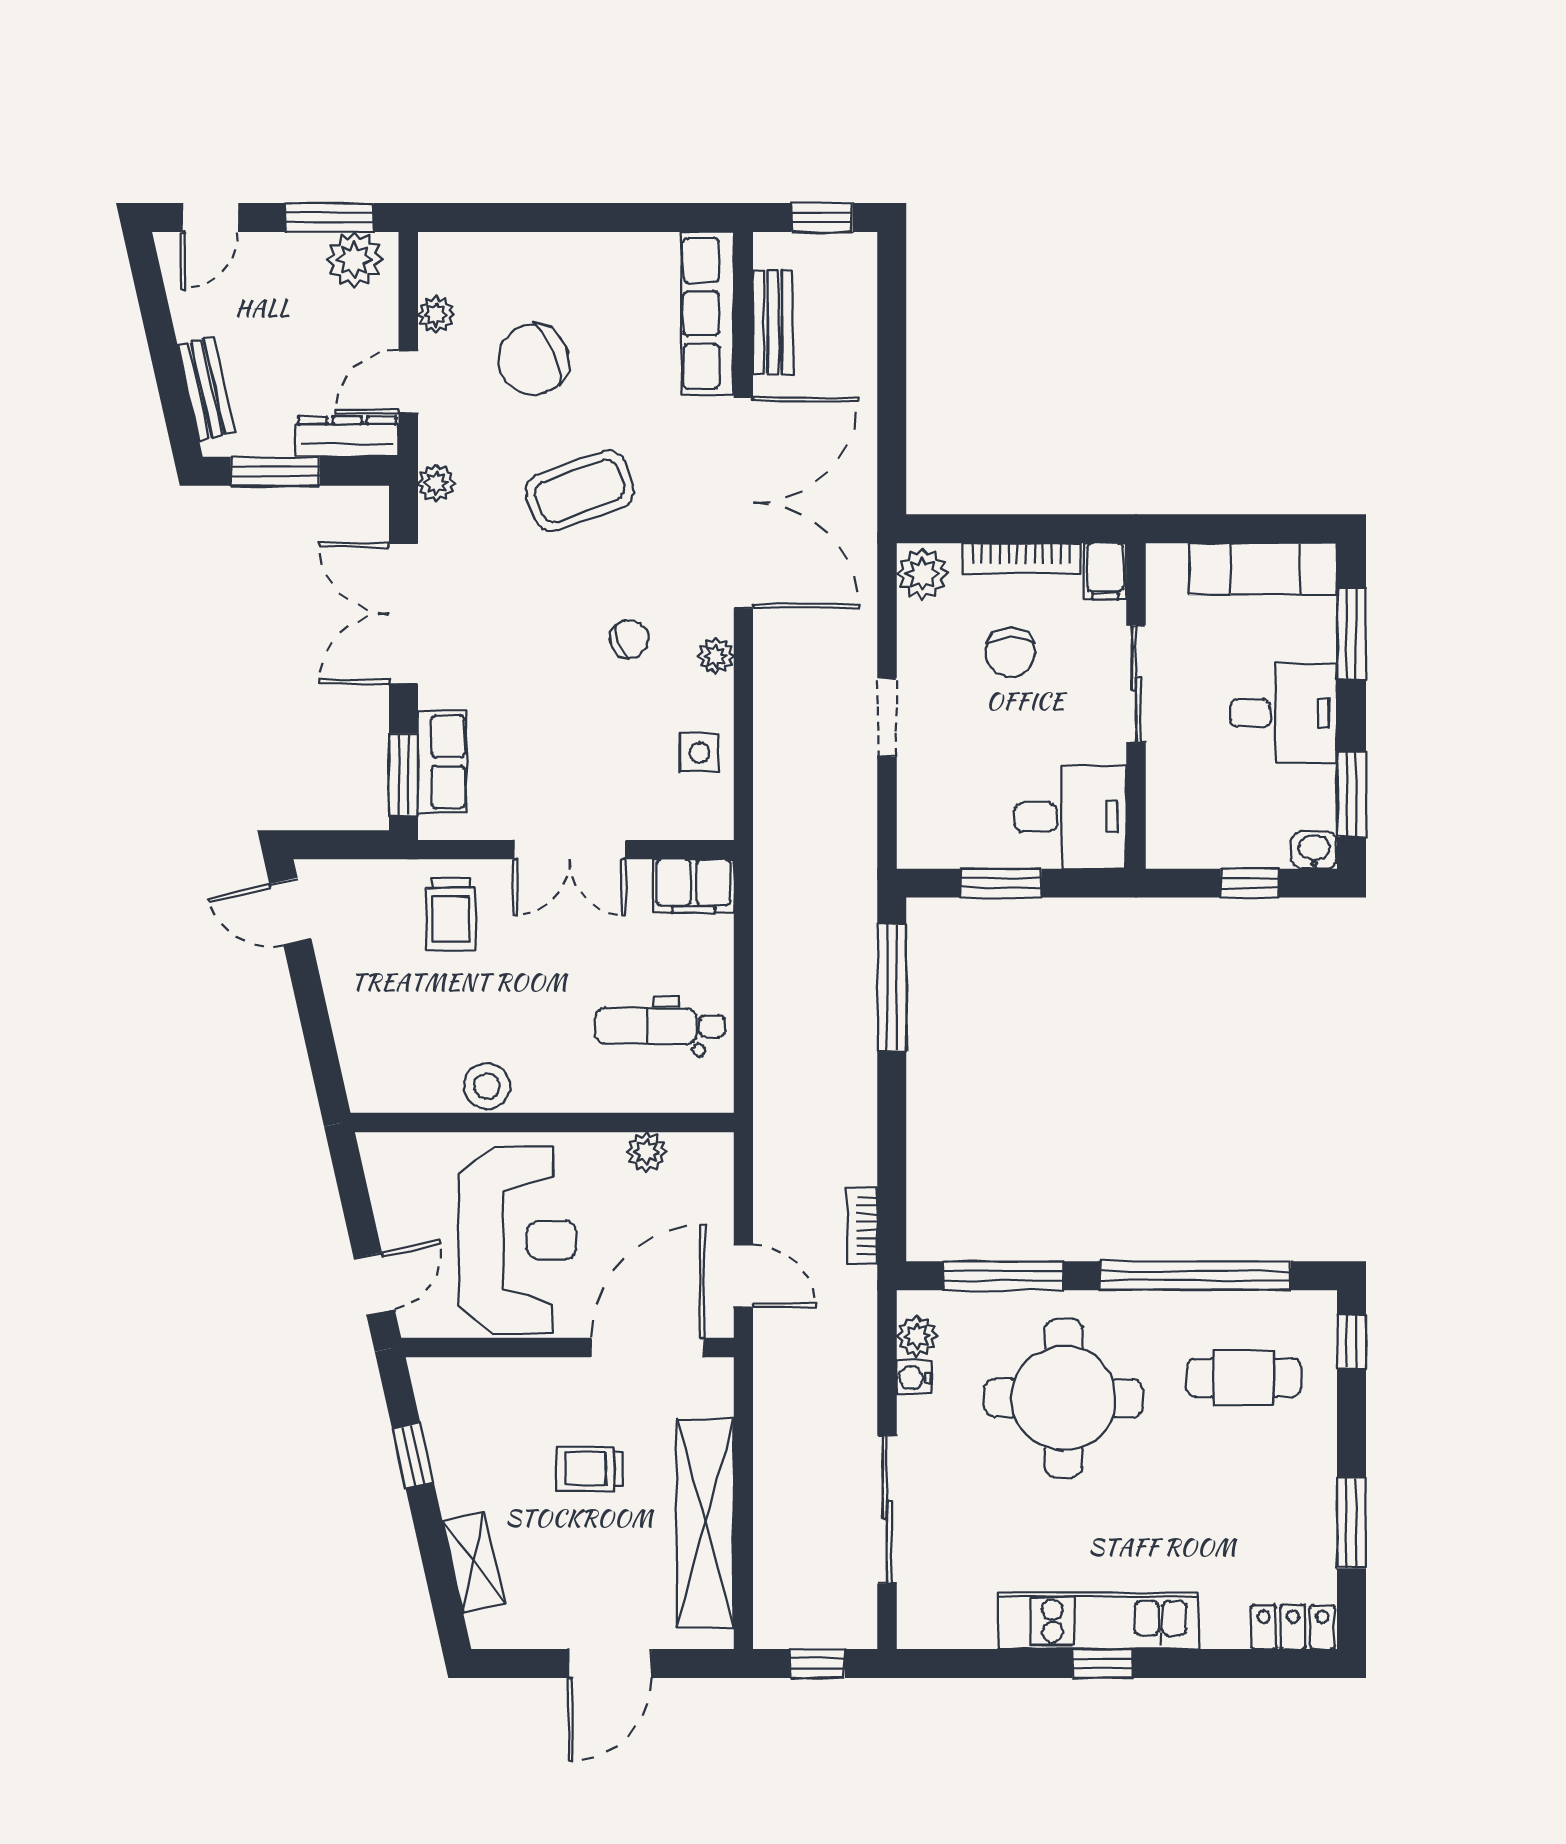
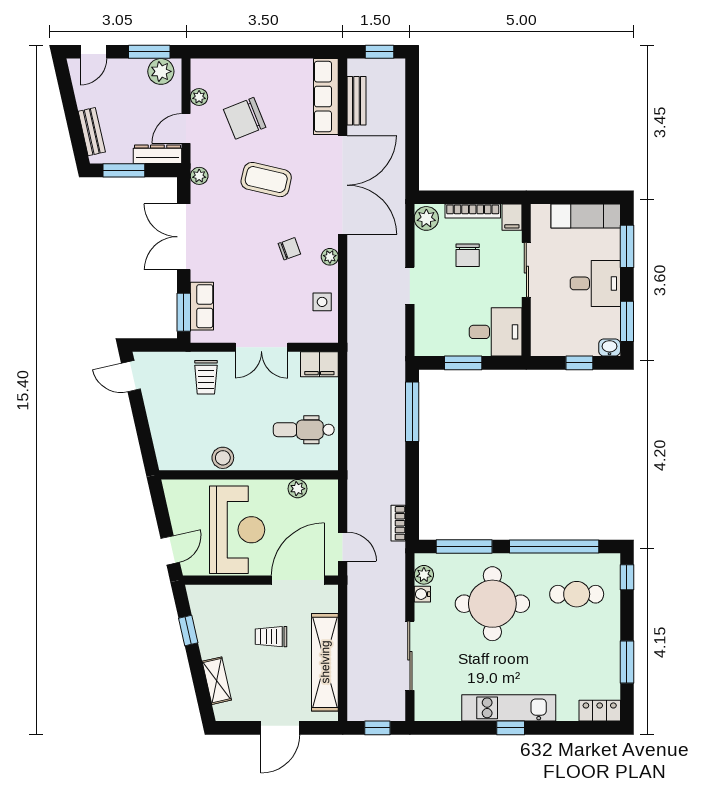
coffee table: (580, 491) -> (266, 180), turned 33

